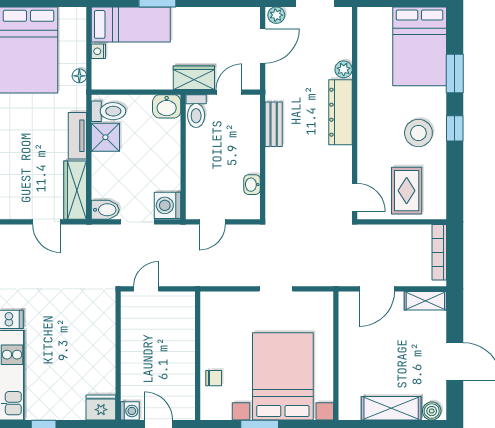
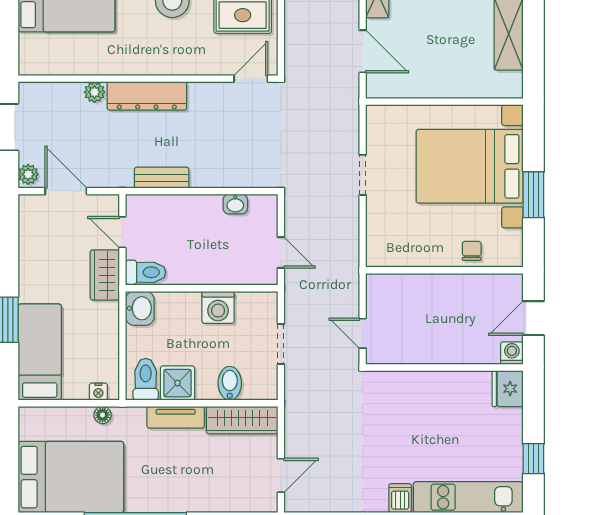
nightstand: (98, 51) -> (98, 392), moved
washing machine: (167, 205) -> (218, 307), moved
bidet: (105, 210) -> (230, 383), moved
door: (47, 222) -> (281, 475), moved

